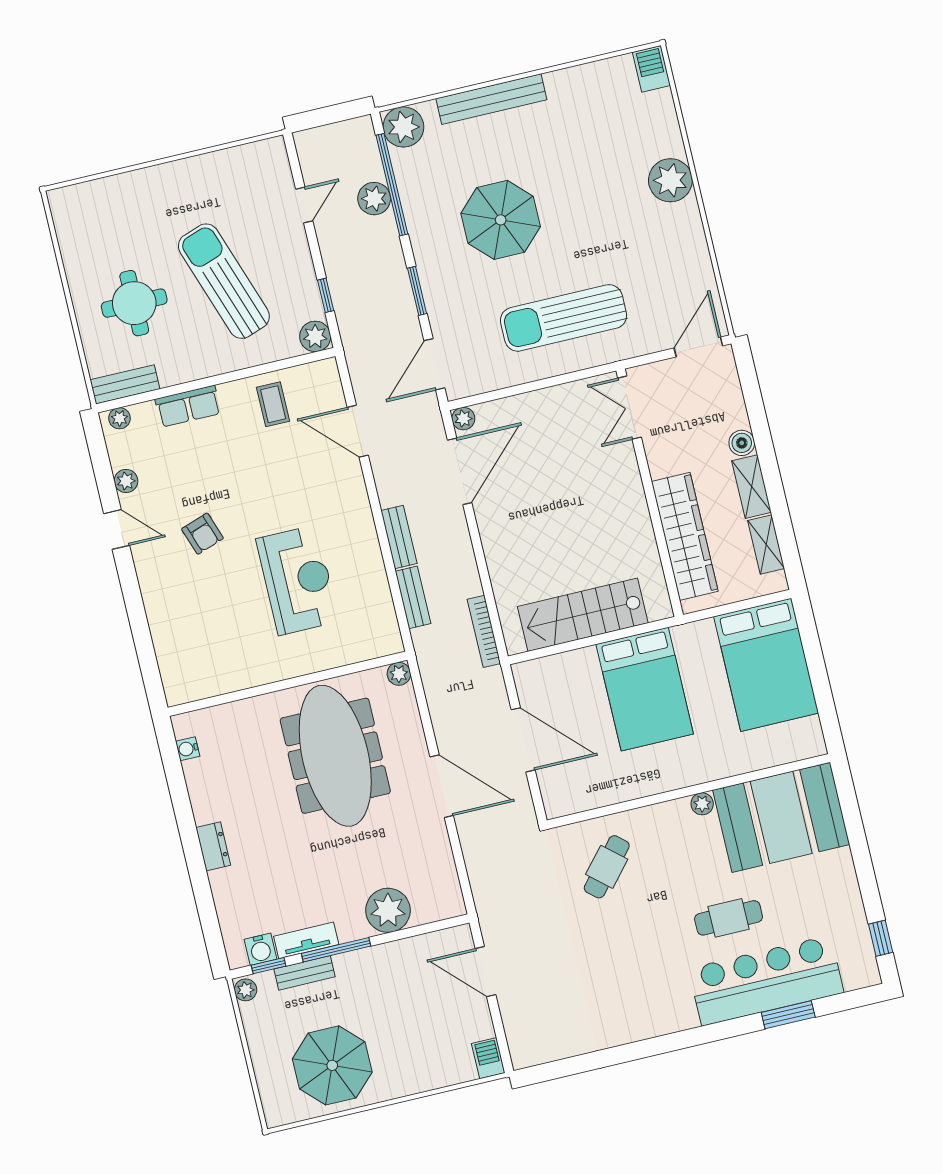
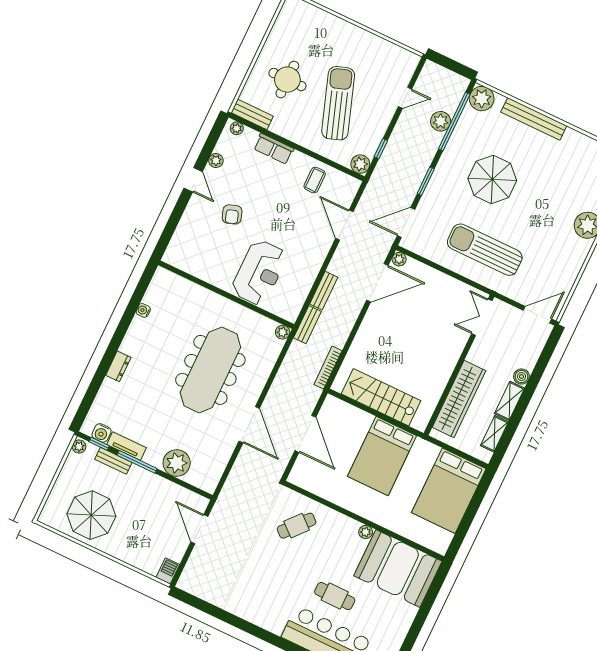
plant: (399, 674) -> (283, 332), moved
wall: (287, 684) -> (226, 295), moved

